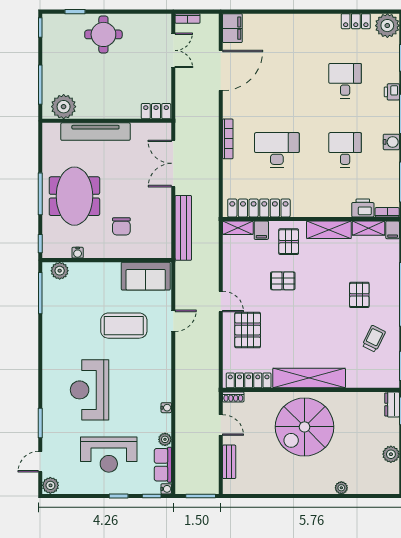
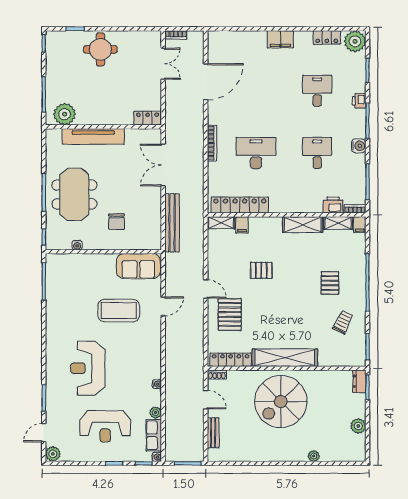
filing cabinet: (232, 28) -> (280, 39), moved, turned 90
pallet: (289, 242) -> (267, 235), removed
plant: (60, 271) -> (61, 261), removed

